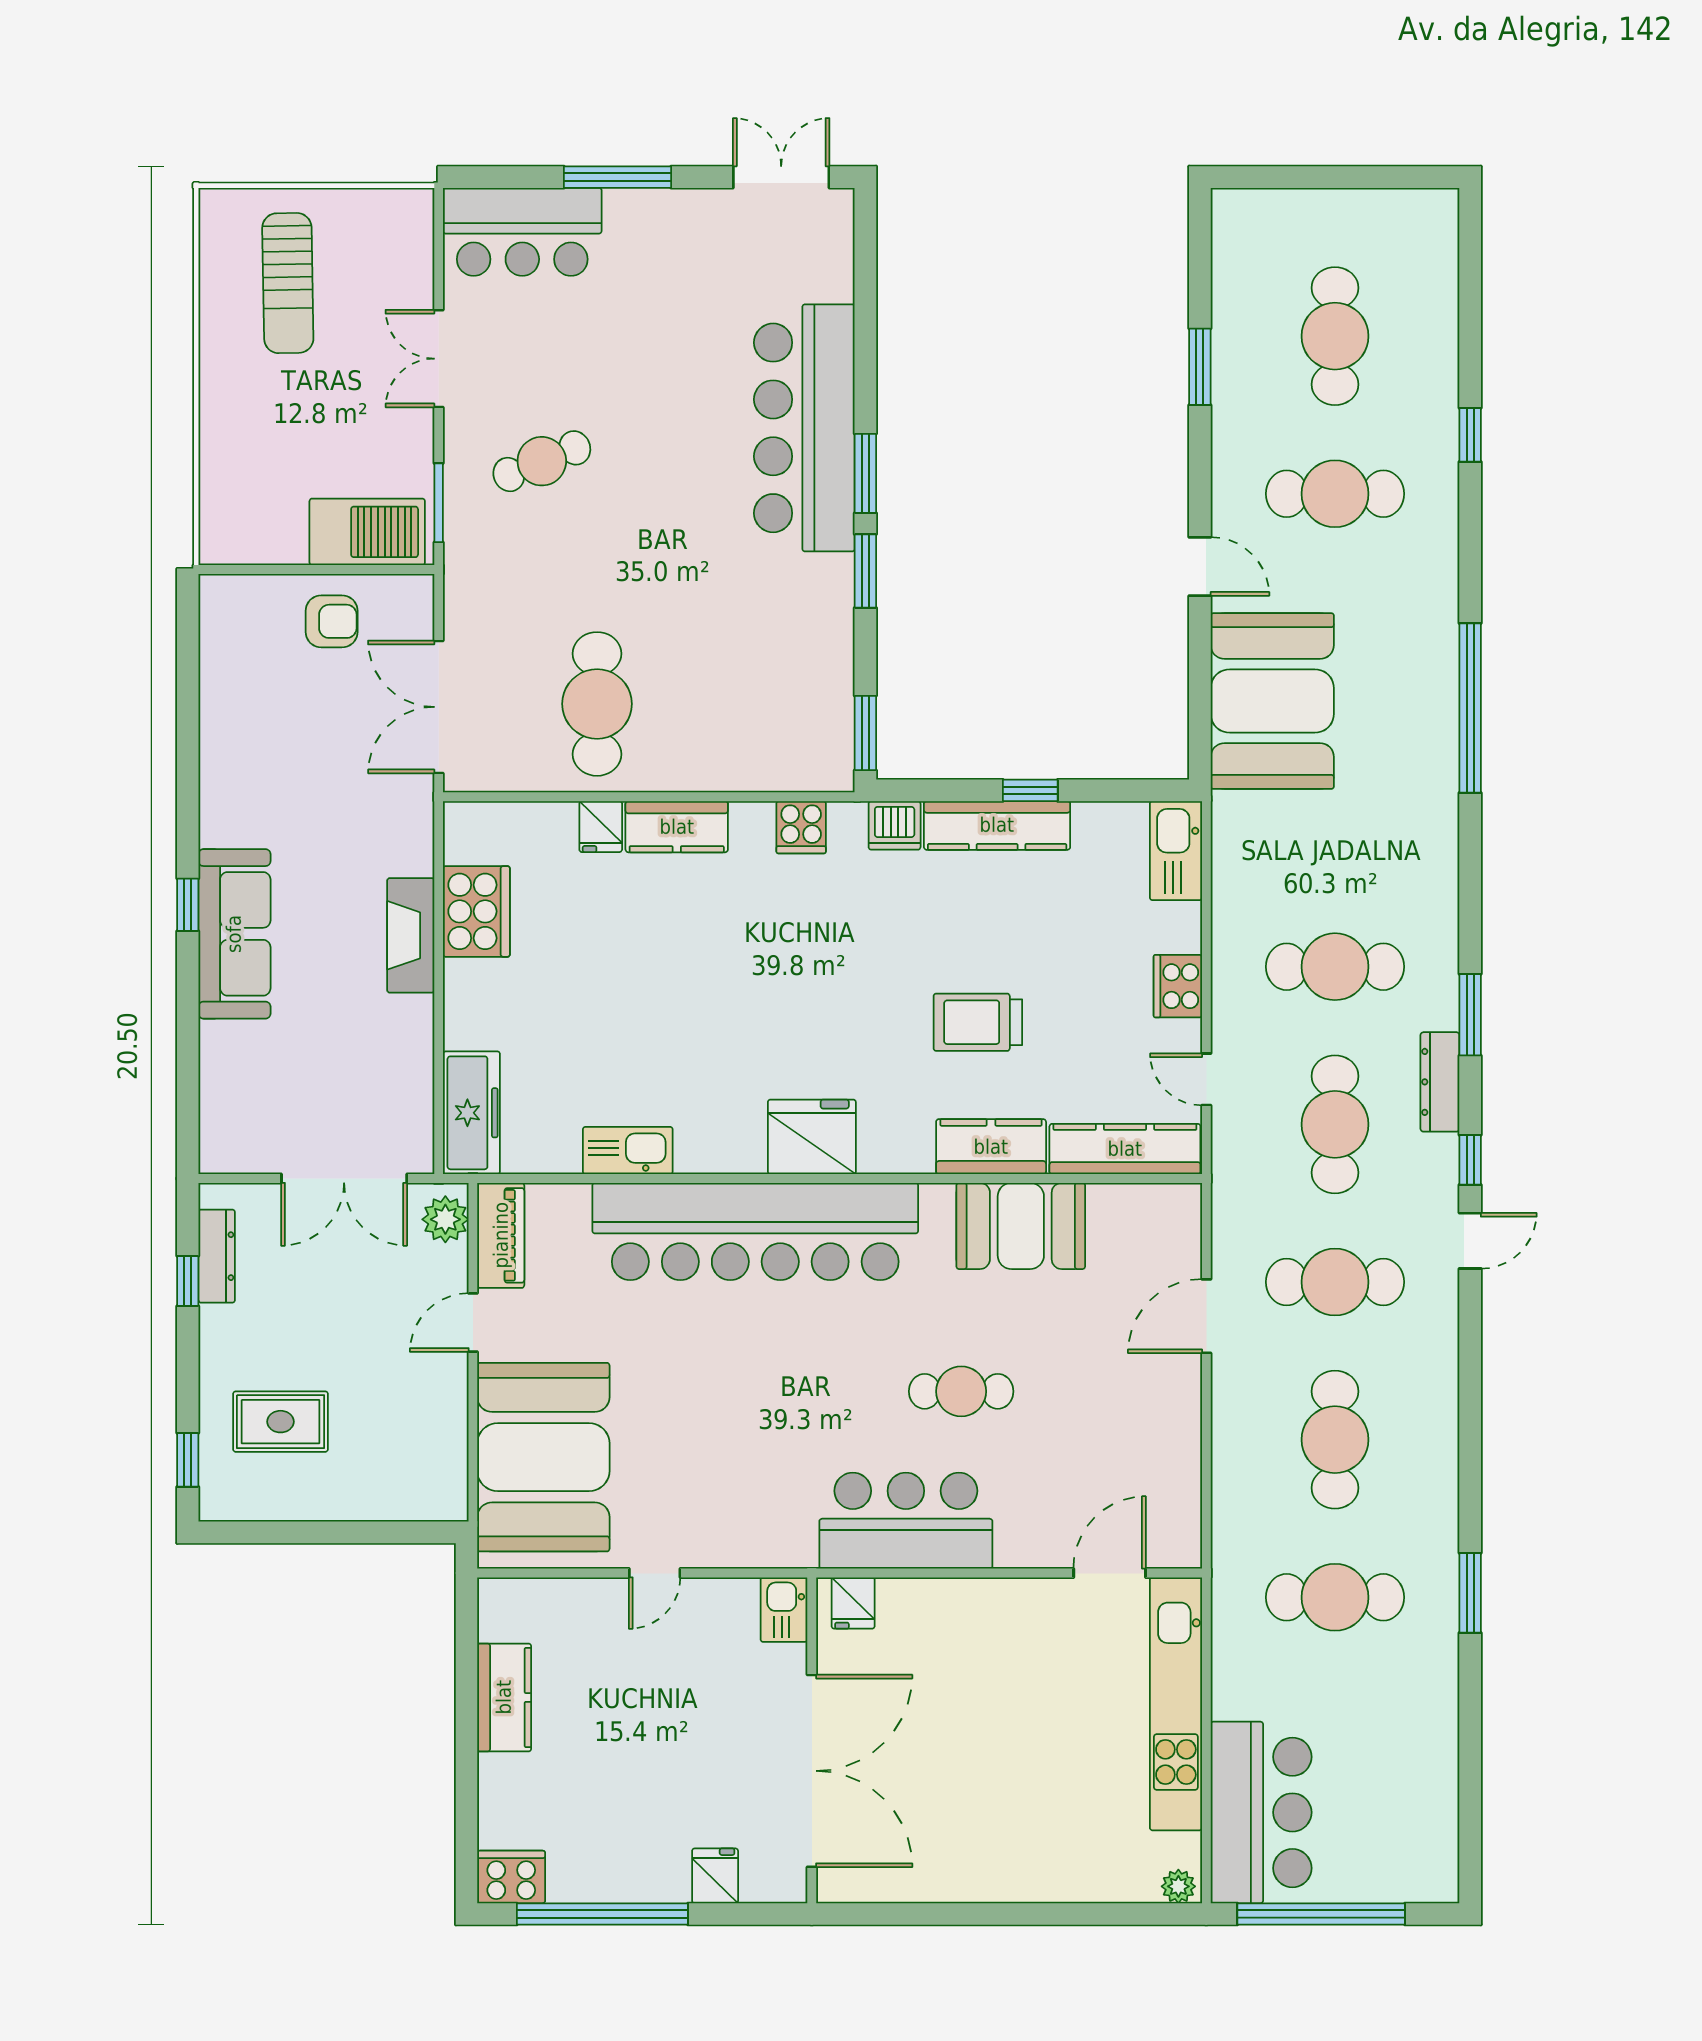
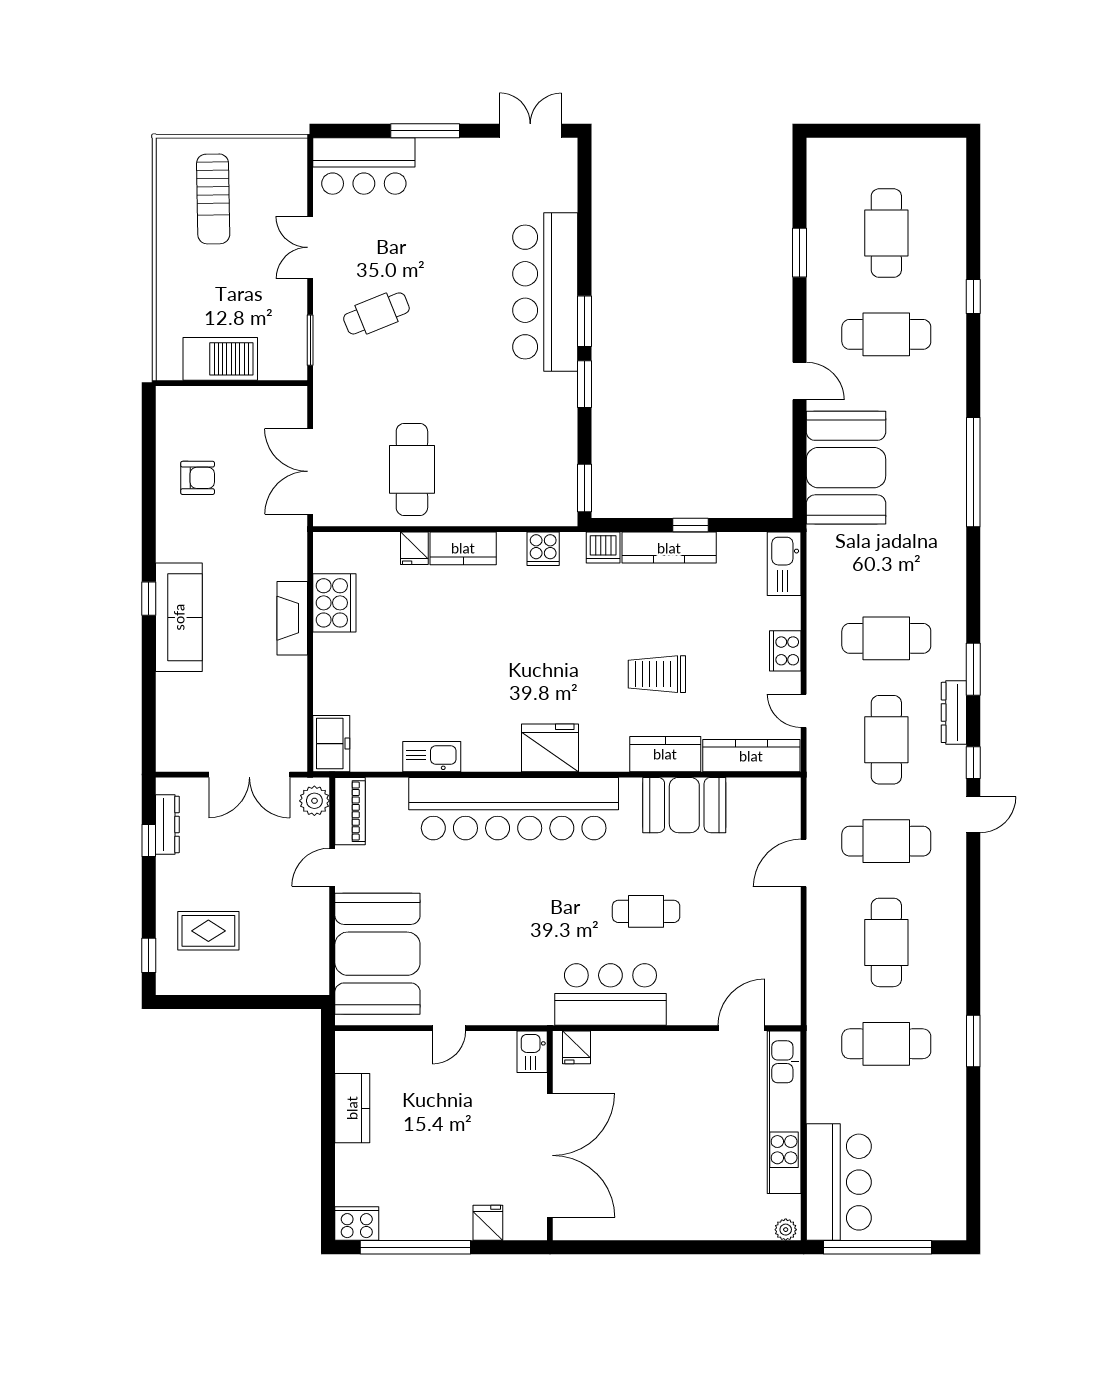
barbecue: (367, 532) -> (220, 359), moved
armchair: (332, 621) -> (198, 478), moved
freezer: (471, 1113) -> (331, 744), width x0.71

